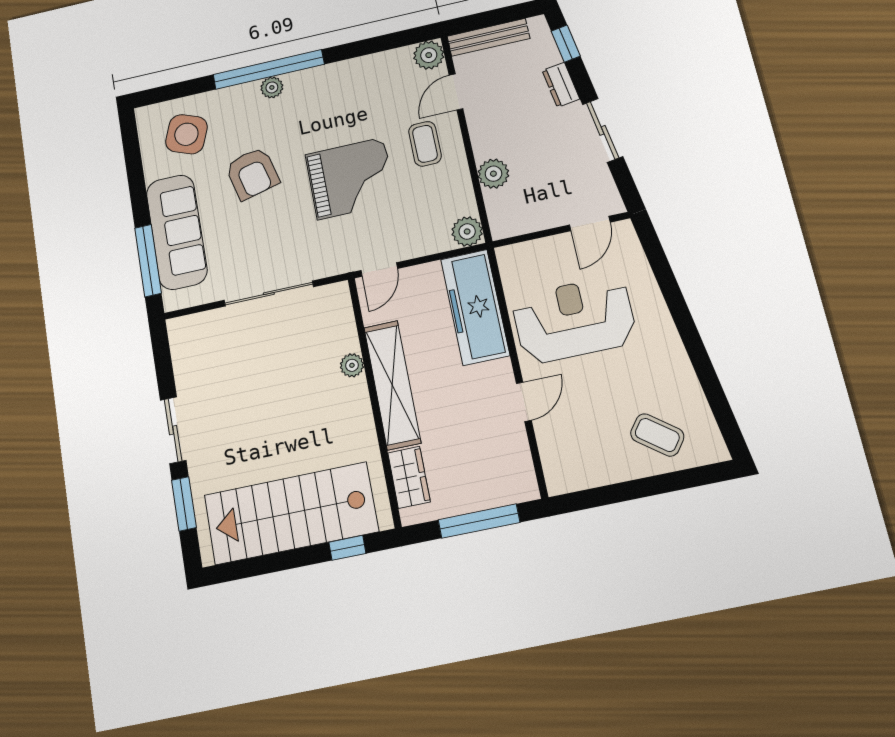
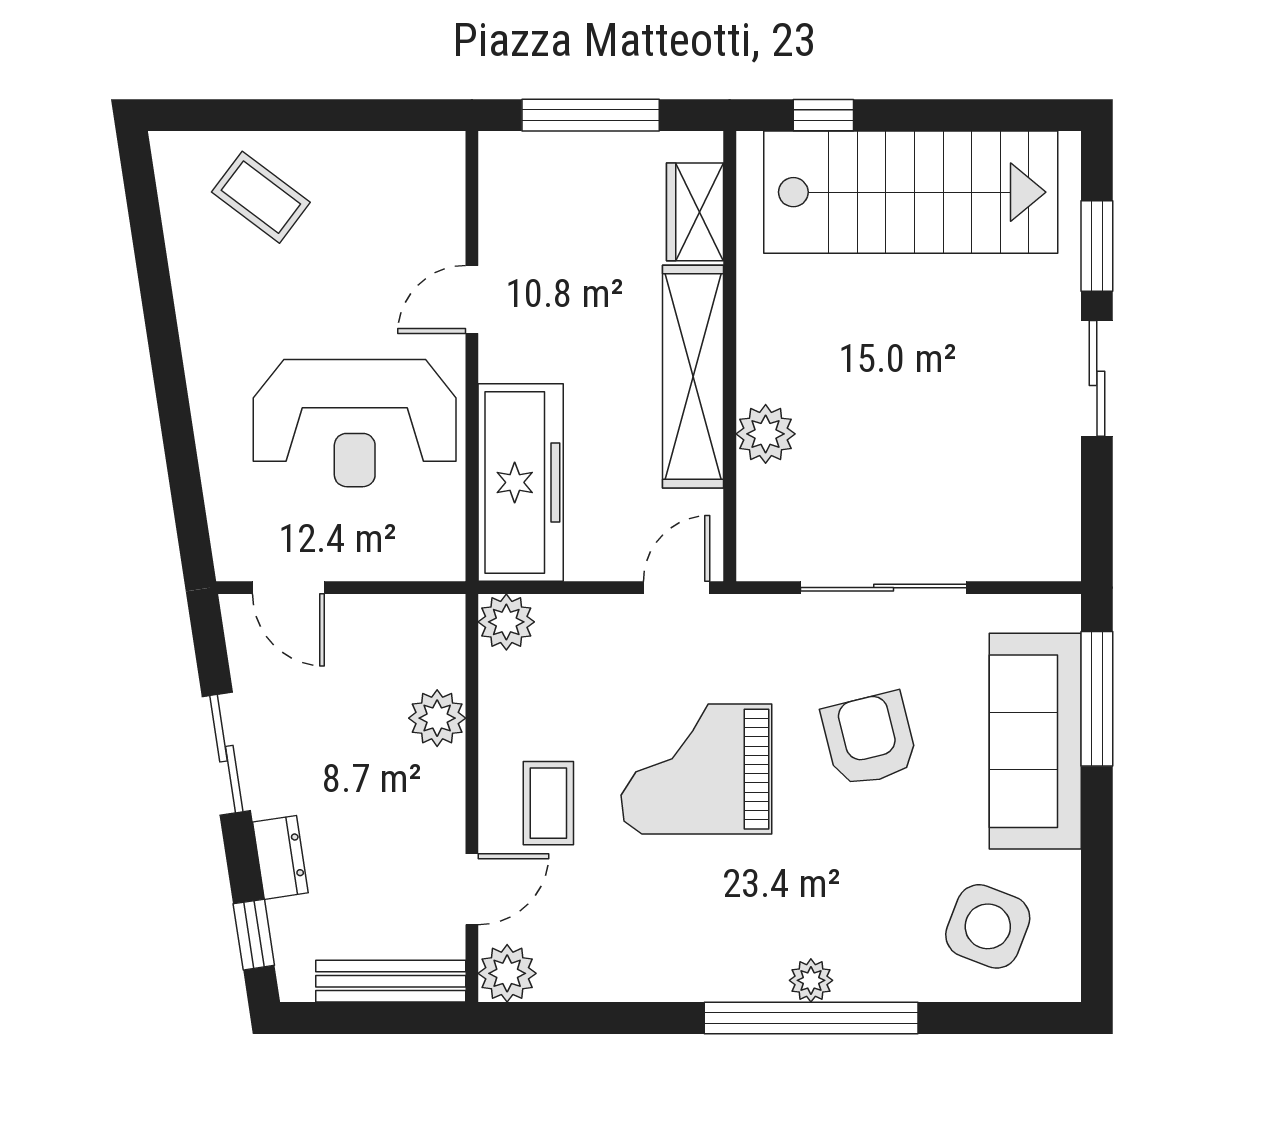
armchair: (252, 173) -> (870, 739), moved
door: (590, 224) -> (288, 588), swing flipped
plant: (352, 365) -> (766, 434), width x1.38, depth x1.38

